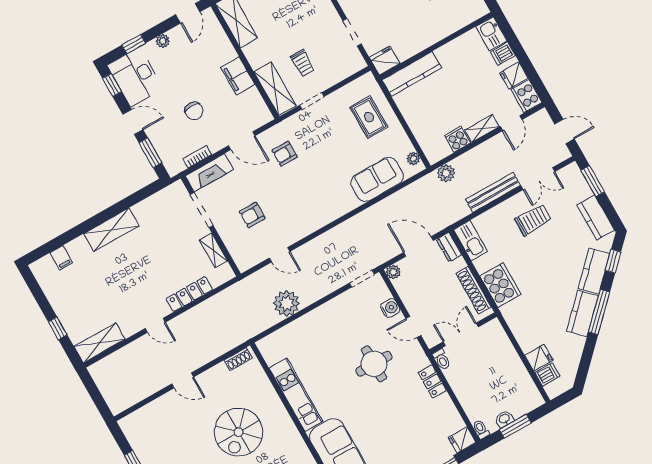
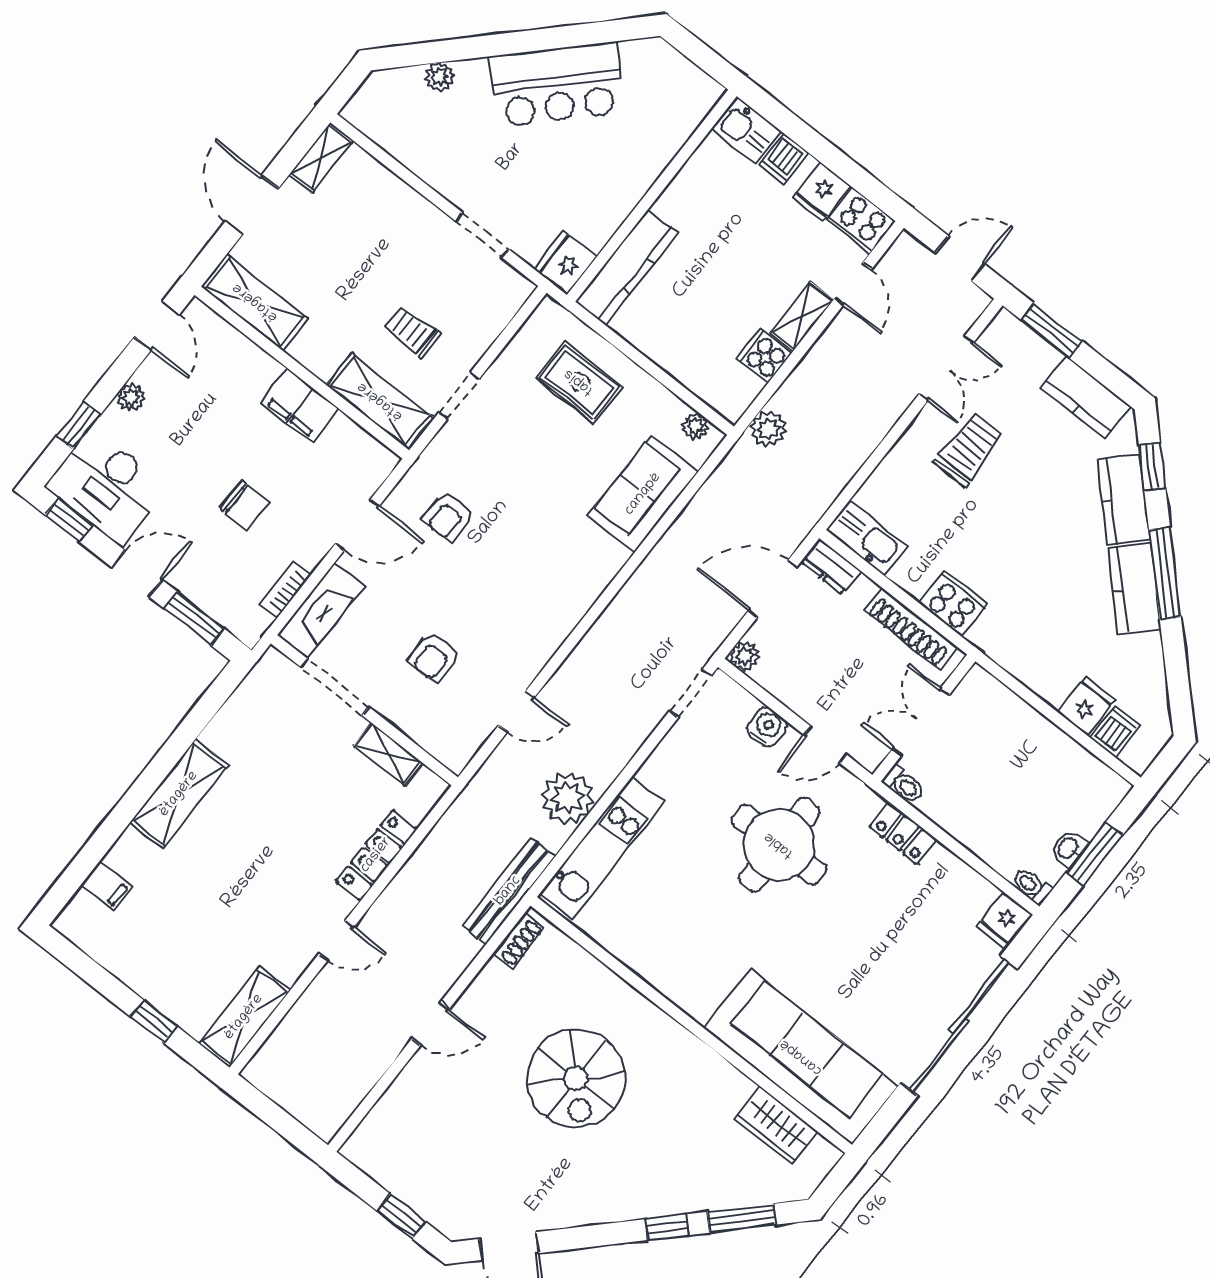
trolley: (303, 63) -> (412, 331), turned 180
bench: (493, 192) -> (508, 891), moved
cooker: (500, 285) -> (953, 604), width x0.73, depth x0.76
round table: (374, 364) -> (779, 845), width x1.36, depth x1.36
kitchen unit: (296, 395) -> (602, 848), moved, turned 90

